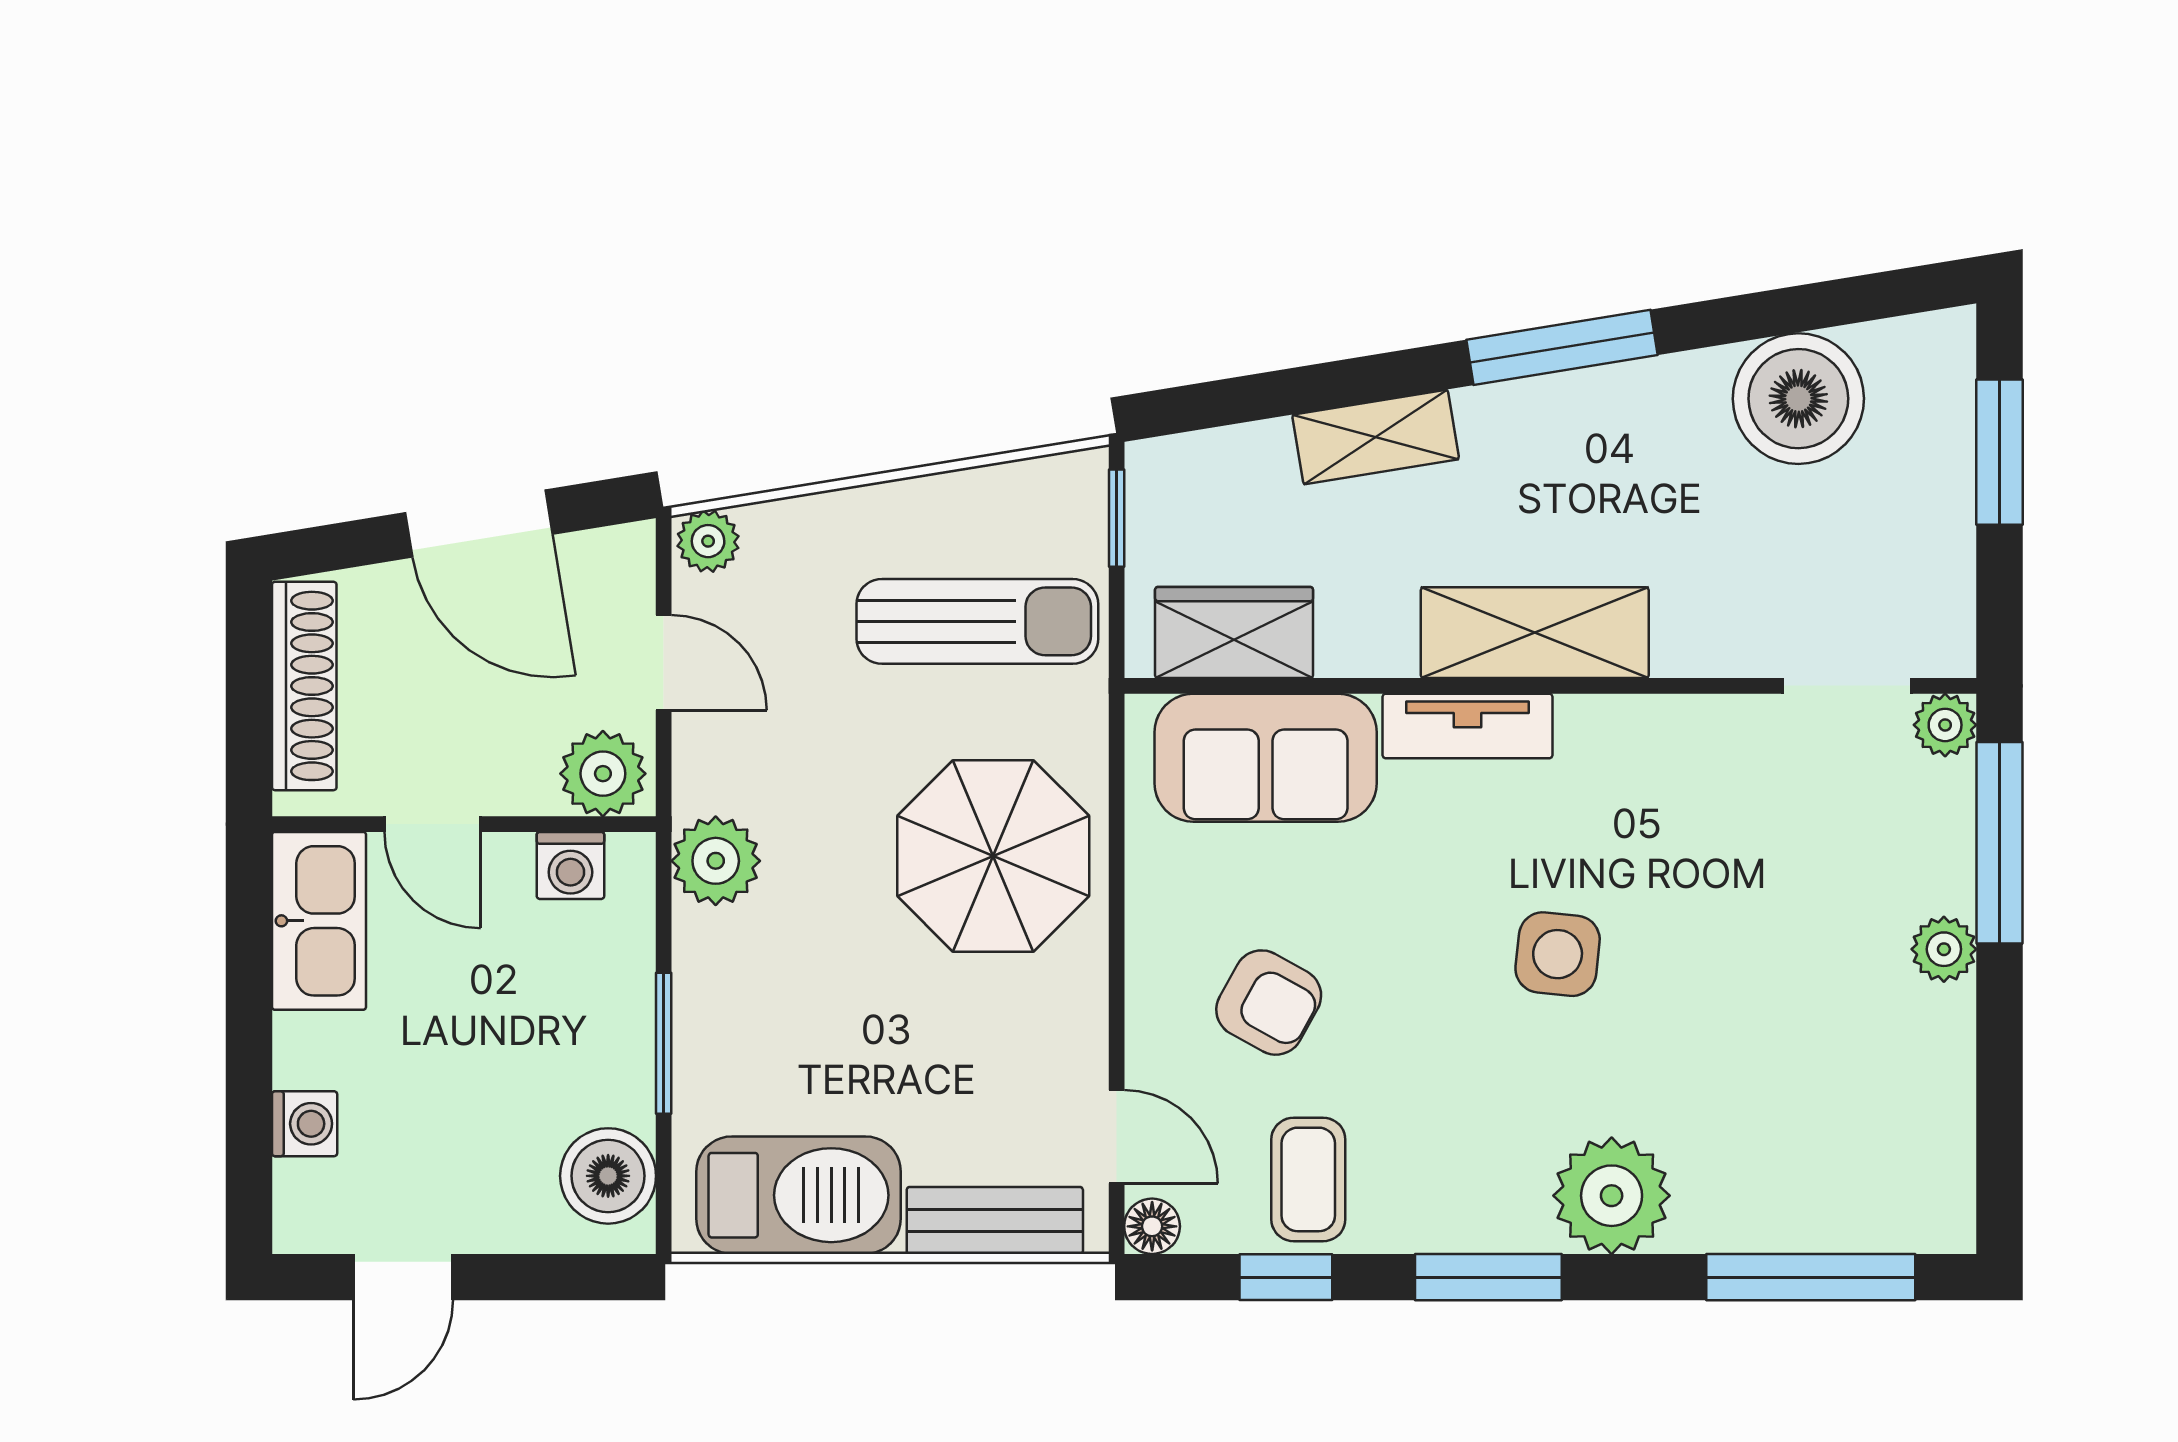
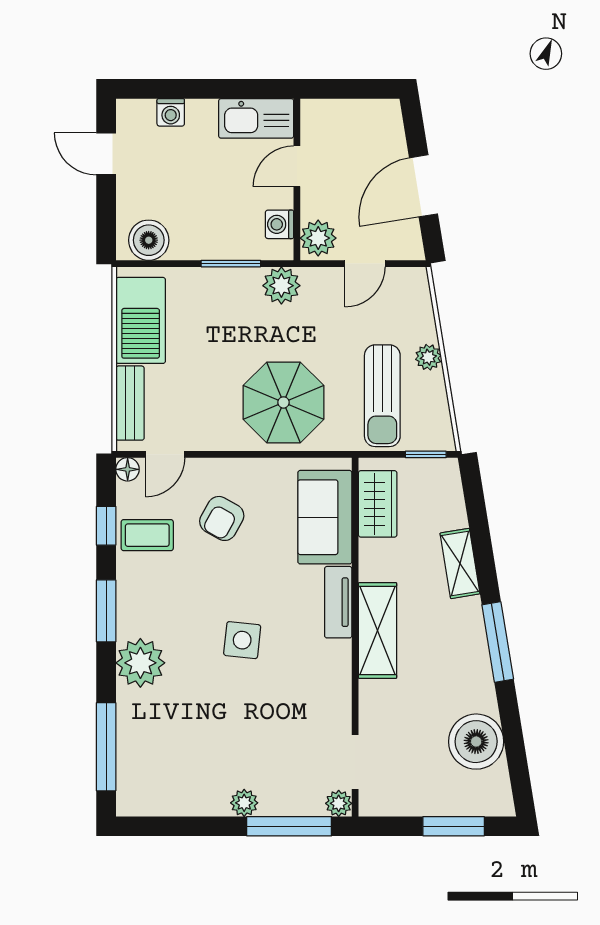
plant: (708, 541) -> (428, 357), moved
shoe rack: (304, 686) -> (355, 112), removed
window: (664, 1043) -> (231, 264), moved

